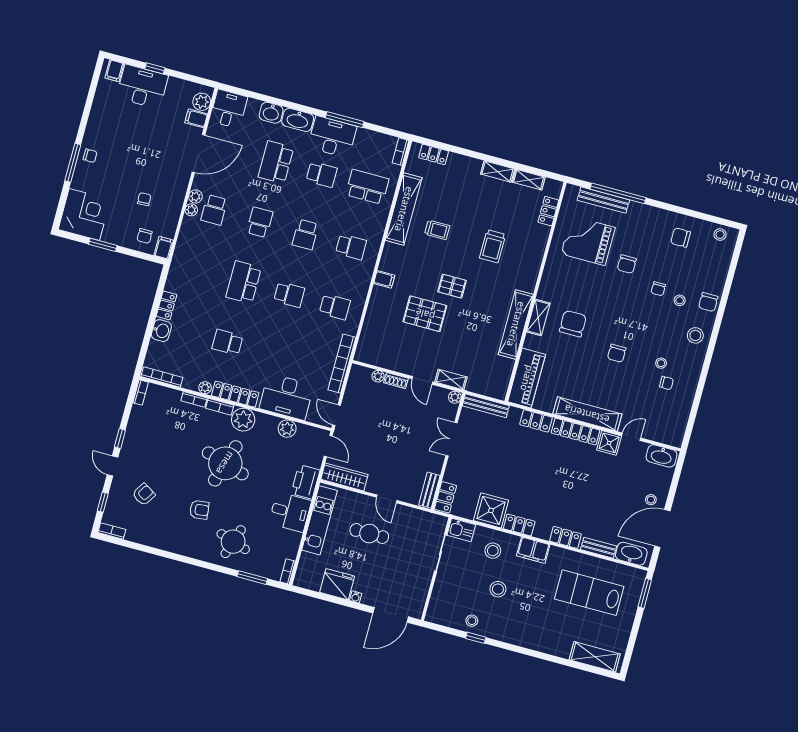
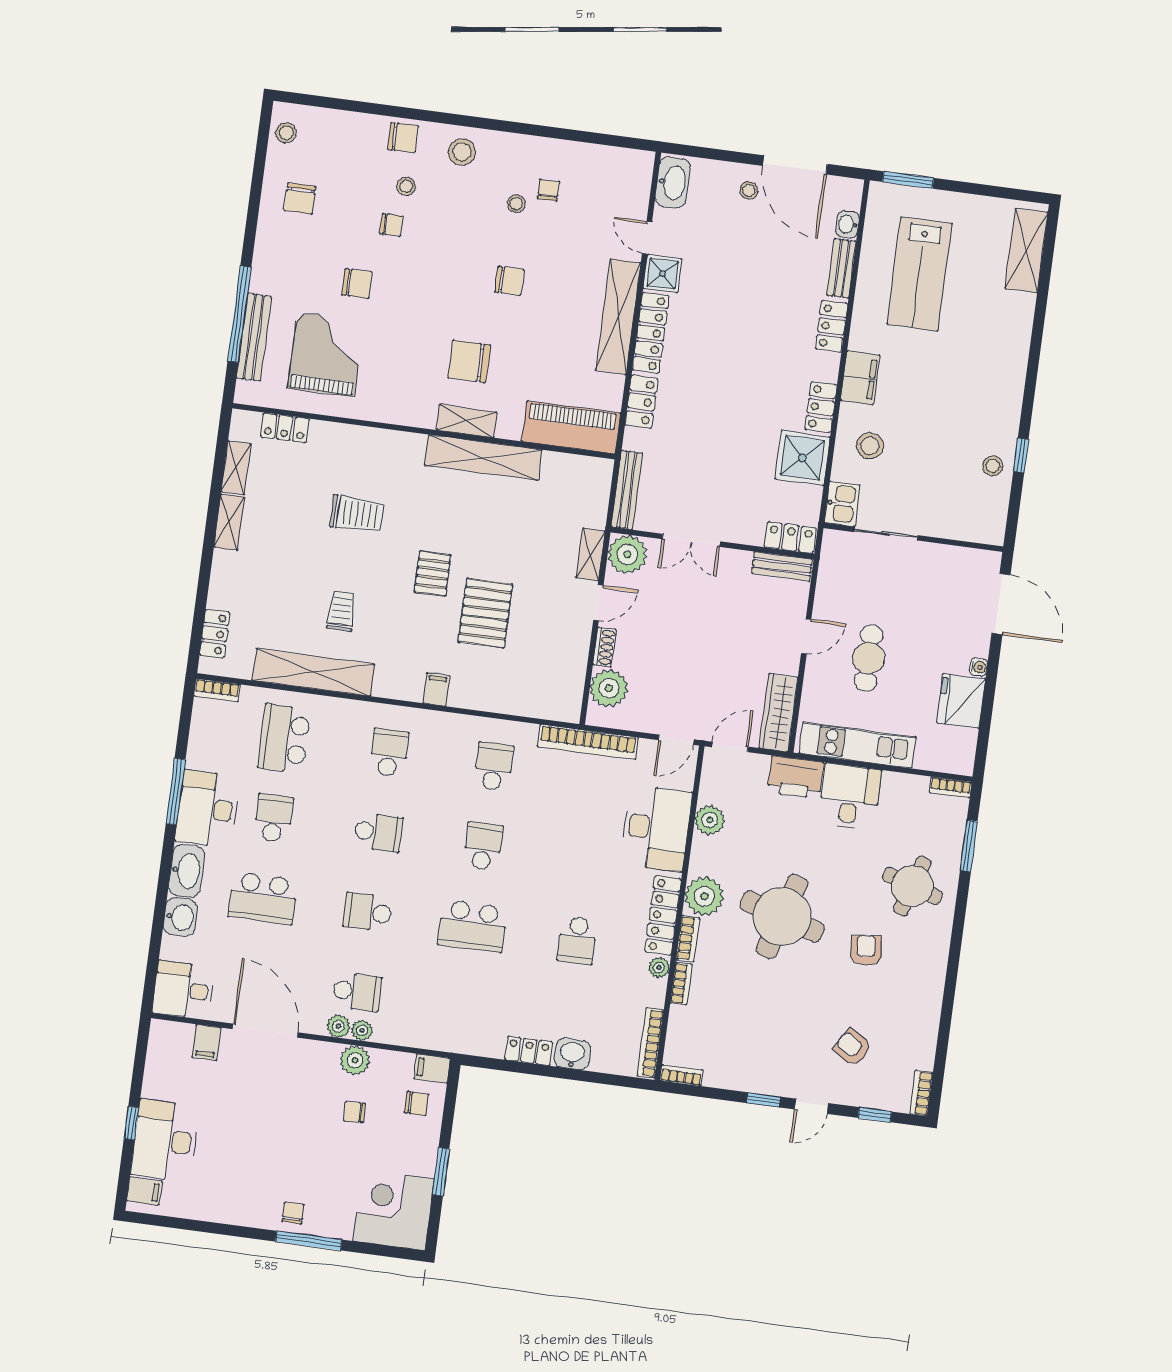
plant: (202, 102) -> (355, 1060), moved
grand piano: (588, 241) -> (326, 354), turned 180
plant: (378, 376) -> (609, 688), width x1.88, depth x1.88
plant: (455, 397) -> (627, 554), width x1.87, depth x1.87
washbasin: (631, 554) -> (848, 224), width x0.52, depth x0.69
stool: (498, 589) -> (934, 429), removed

